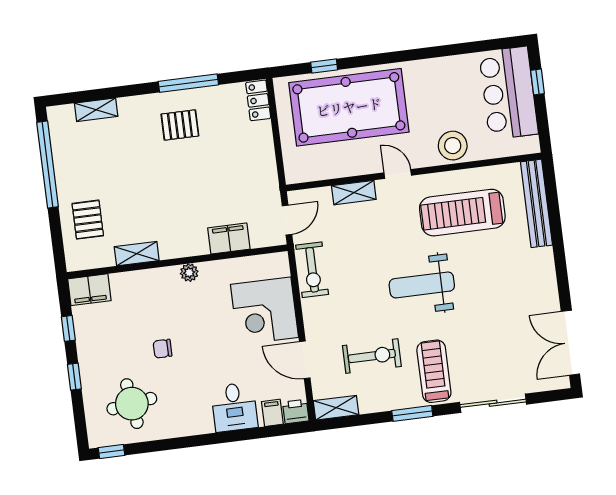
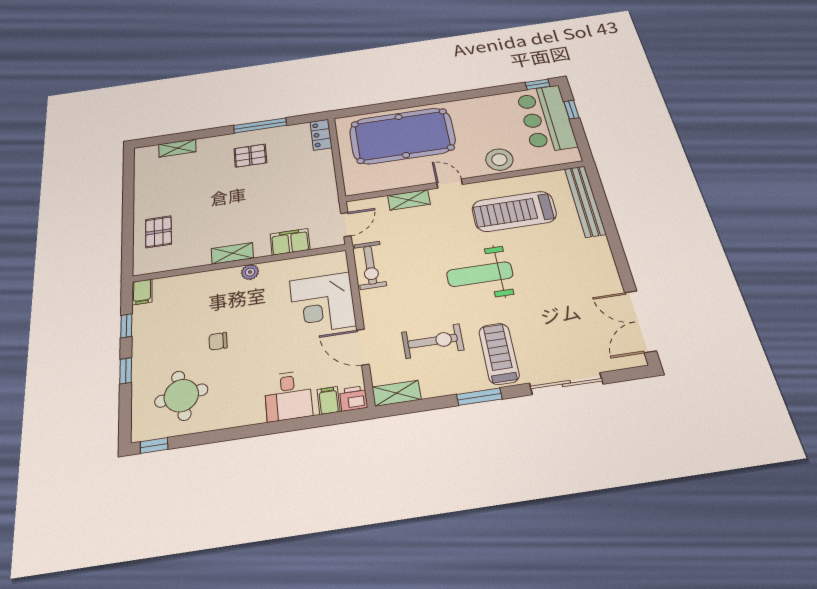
window: (324, 66) -> (538, 84), moved
window: (48, 165) -> (128, 190), removed
shelving: (137, 254) -> (232, 253), moved
filing cabinet: (89, 290) -> (142, 292), width x0.50

